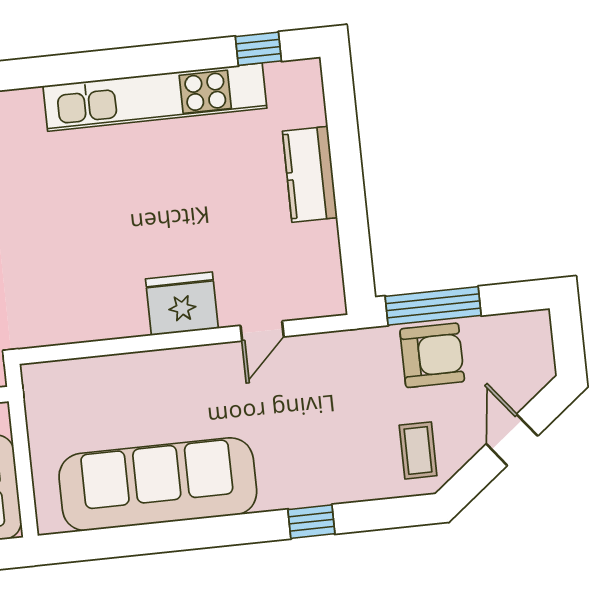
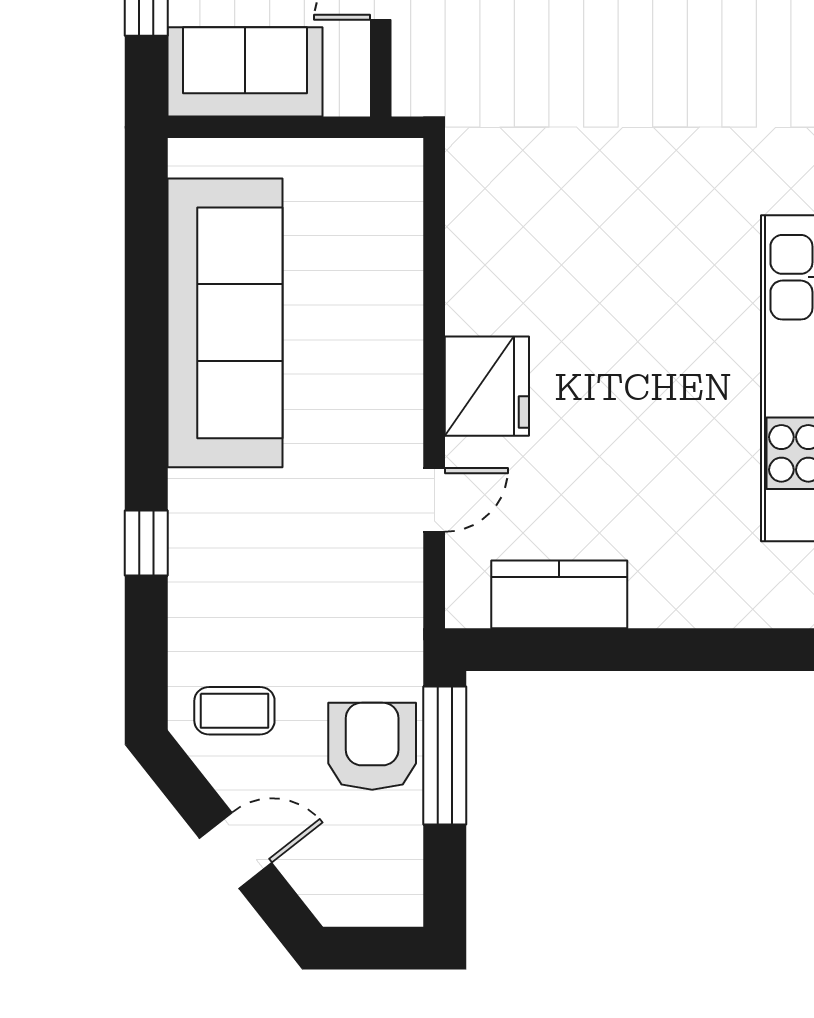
kitchen counter: (310, 174) -> (559, 594), moved
door: (262, 331) -> (434, 500), swing flipped
armchair: (432, 355) -> (372, 746), turned 180

